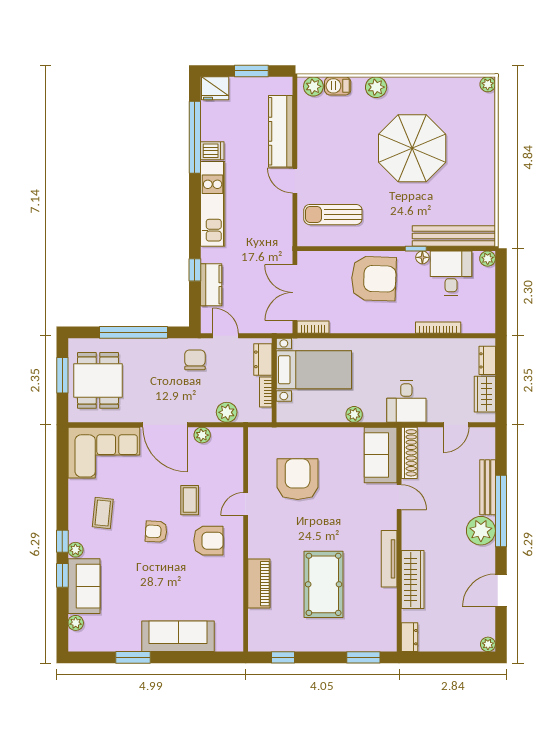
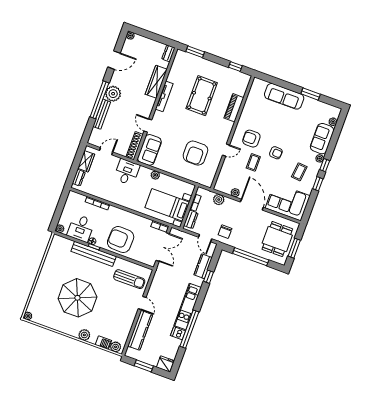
window: (195, 137) -> (189, 329), moved
bench: (454, 236) -> (94, 254), moved
window: (62, 575) -> (318, 184), moved

